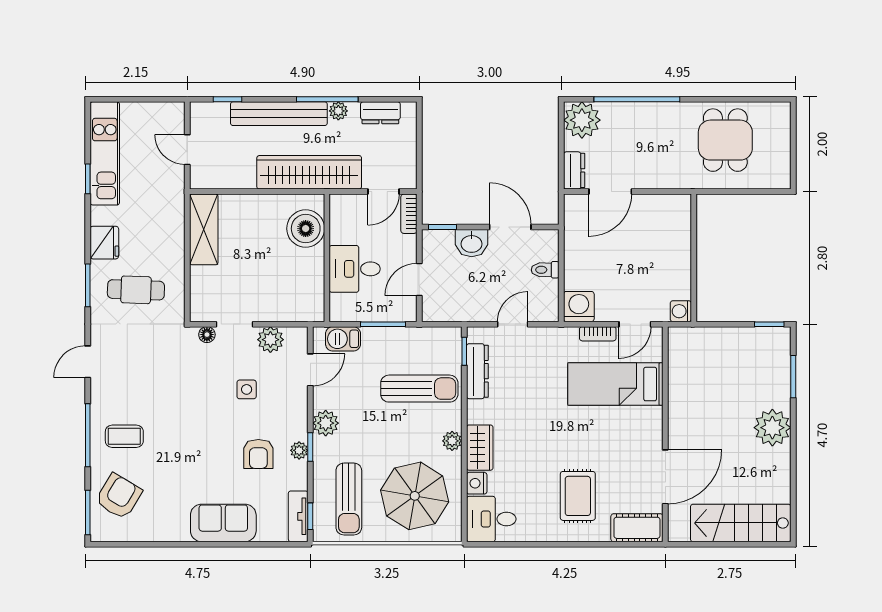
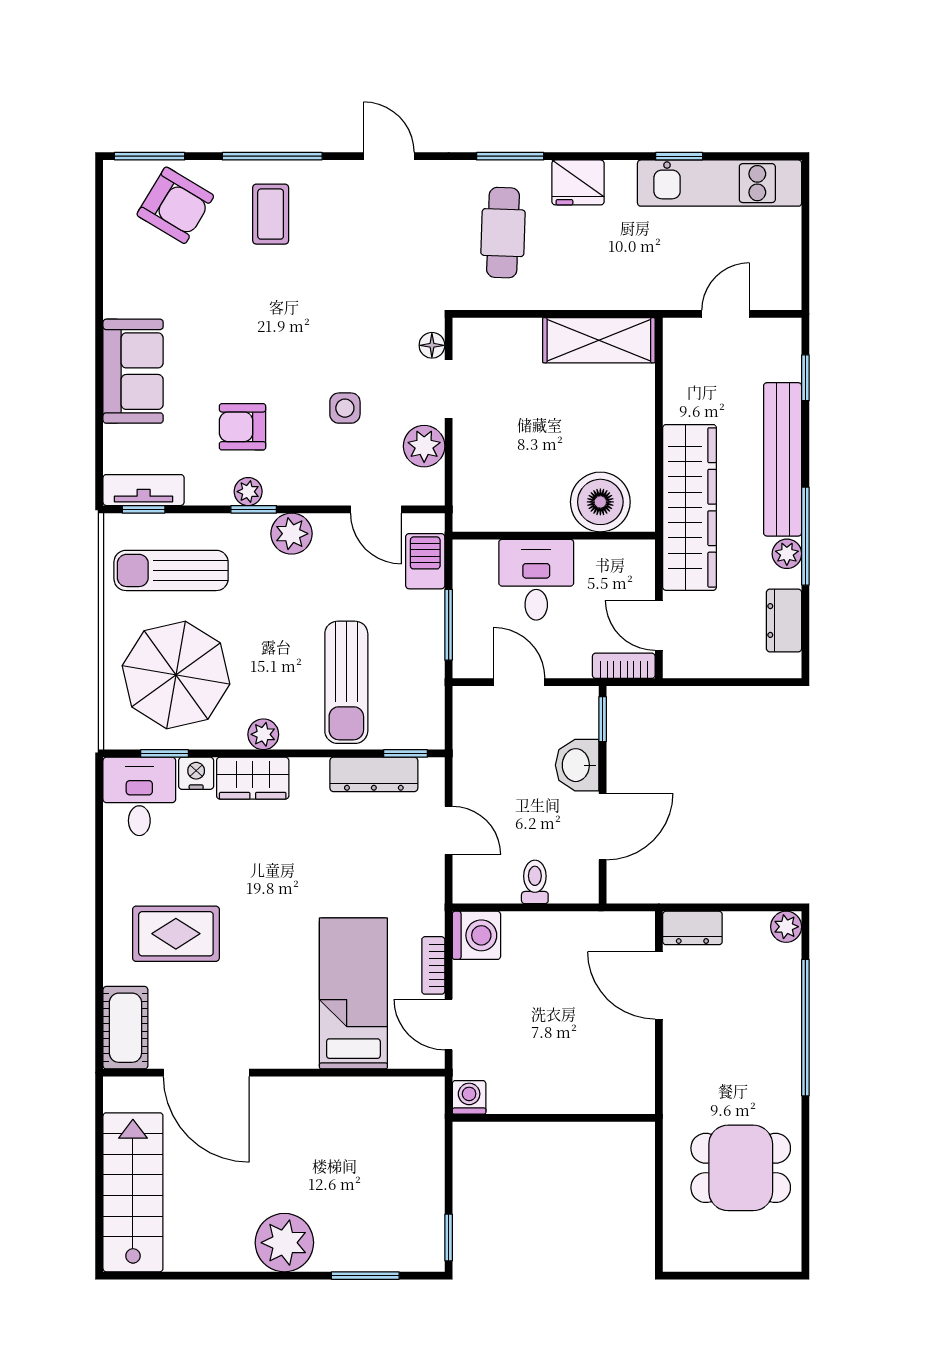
plant: (582, 120) -> (786, 927), width x0.53, depth x0.53
window: (464, 503) -> (164, 753), added

